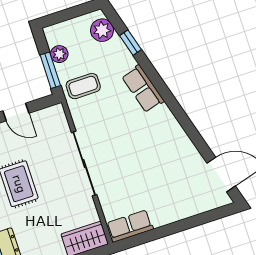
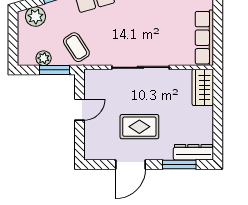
coffee table: (83, 86) -> (76, 47), turned -33
row of seats: (130, 226) -> (204, 38), width x1.48

